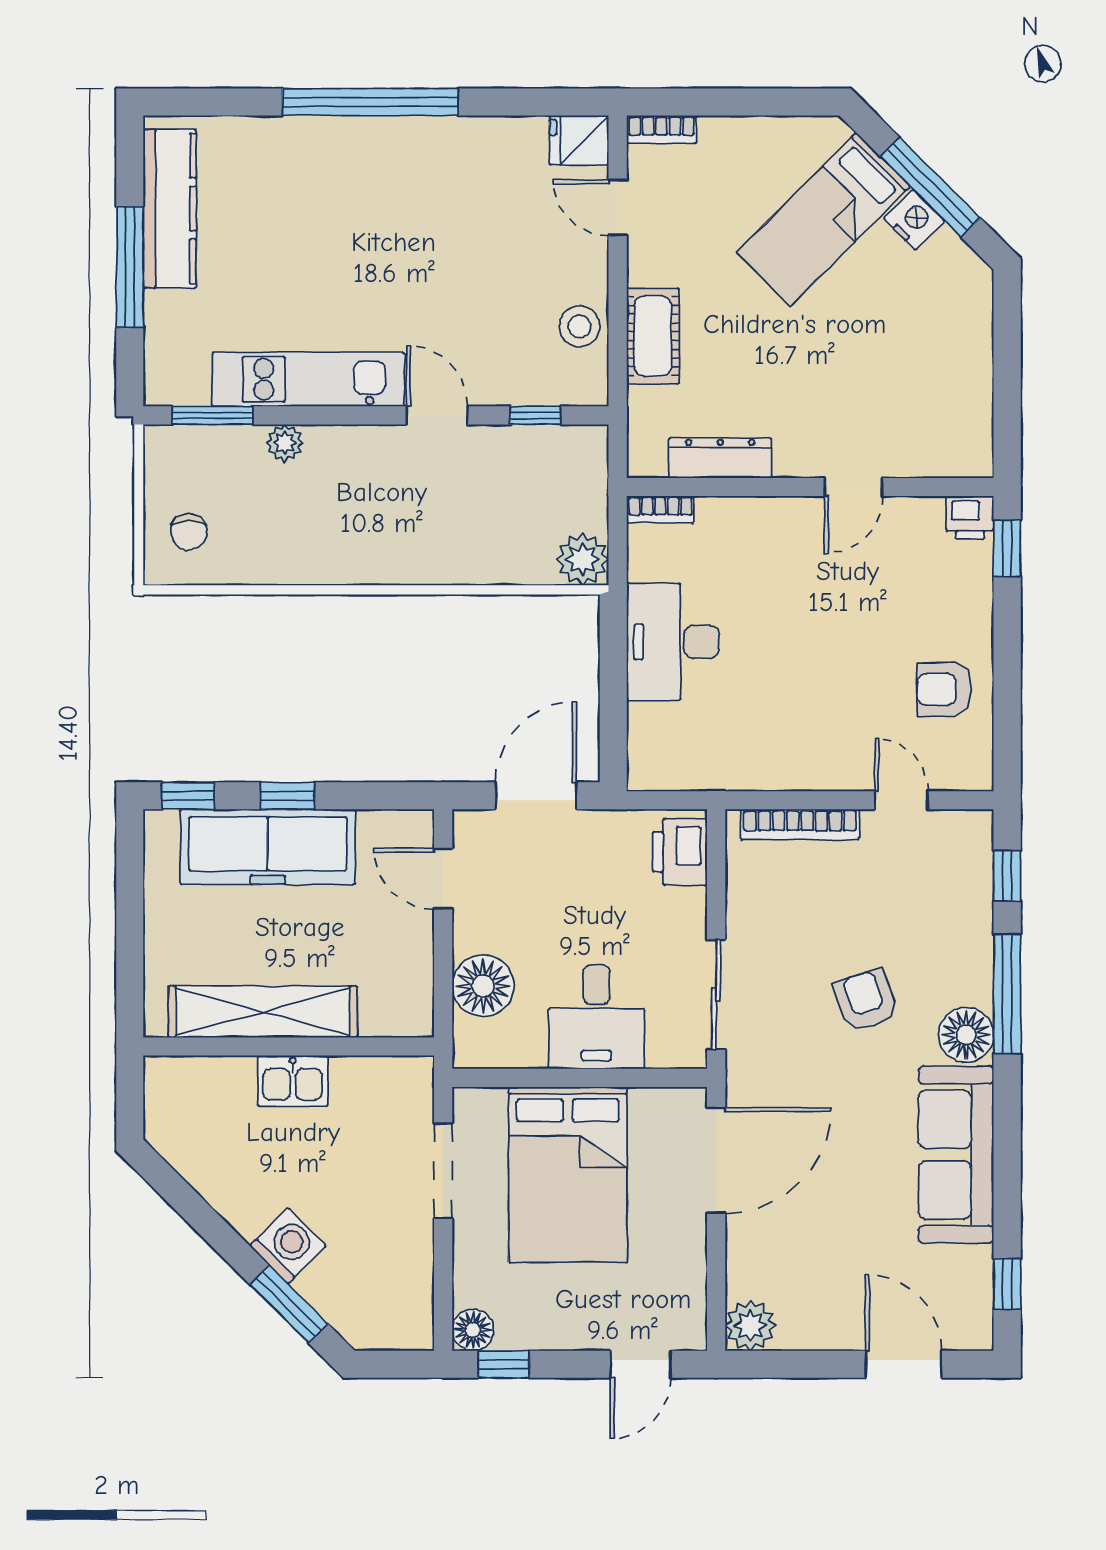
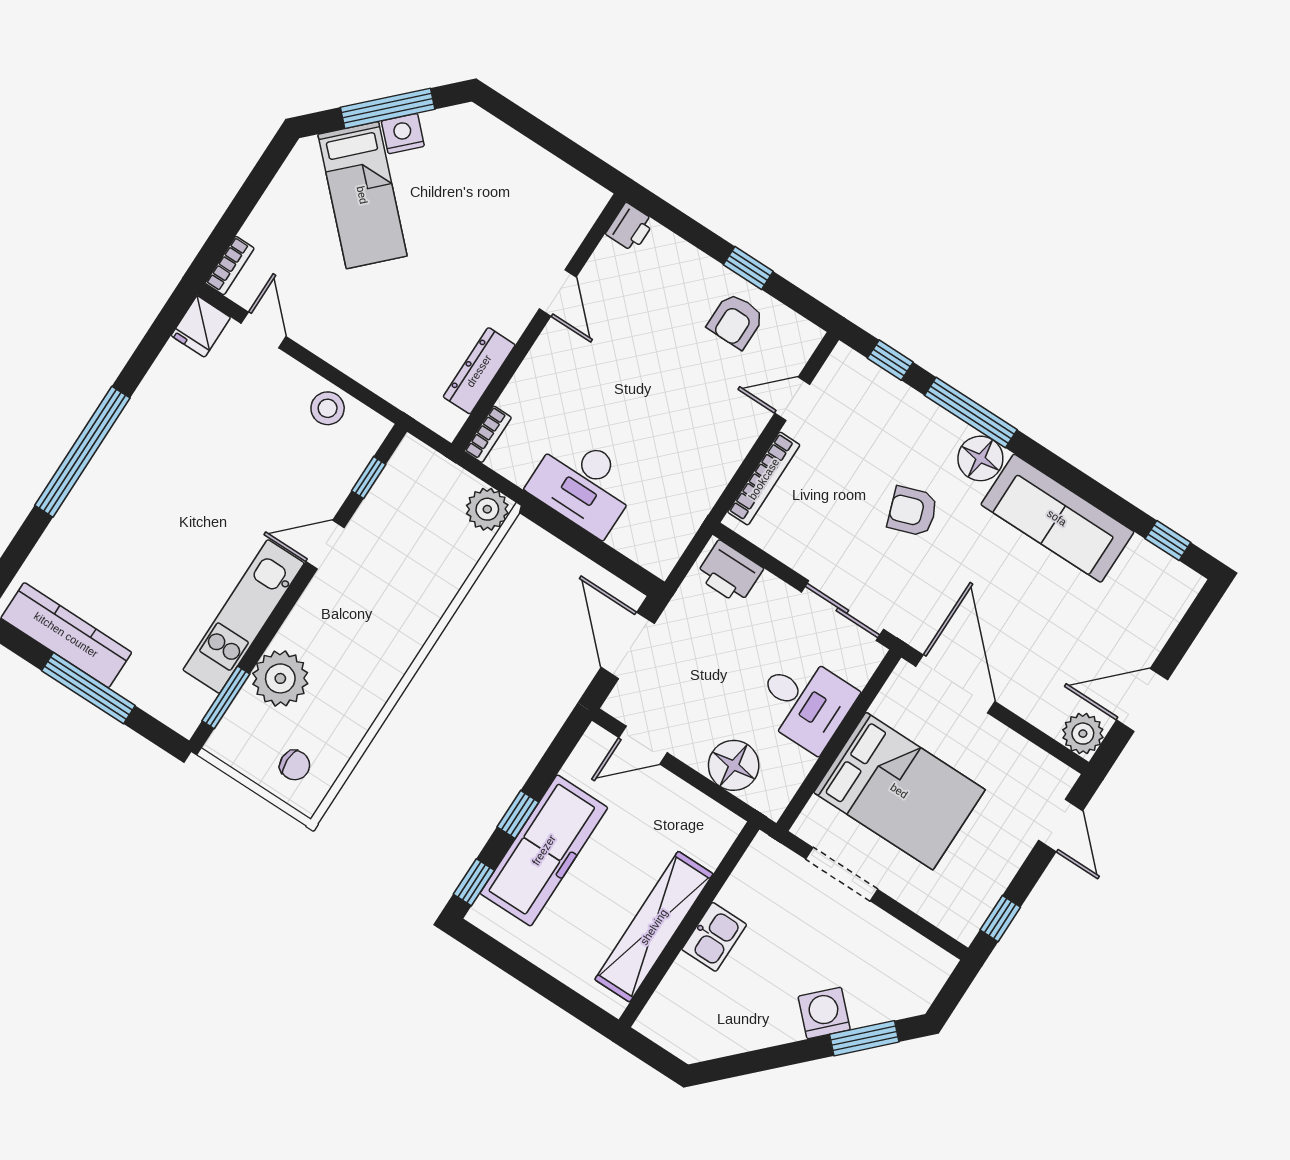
door: (618, 208) -> (264, 330), swing flipped
cot: (653, 336) -> (367, 363), removed
plant: (285, 443) -> (280, 678), width x1.88, depth x1.88
window: (1007, 548) -> (748, 268), moved
floor lamp: (473, 1330) -> (963, 924), removed
door: (904, 1364) -> (1142, 700), moved

